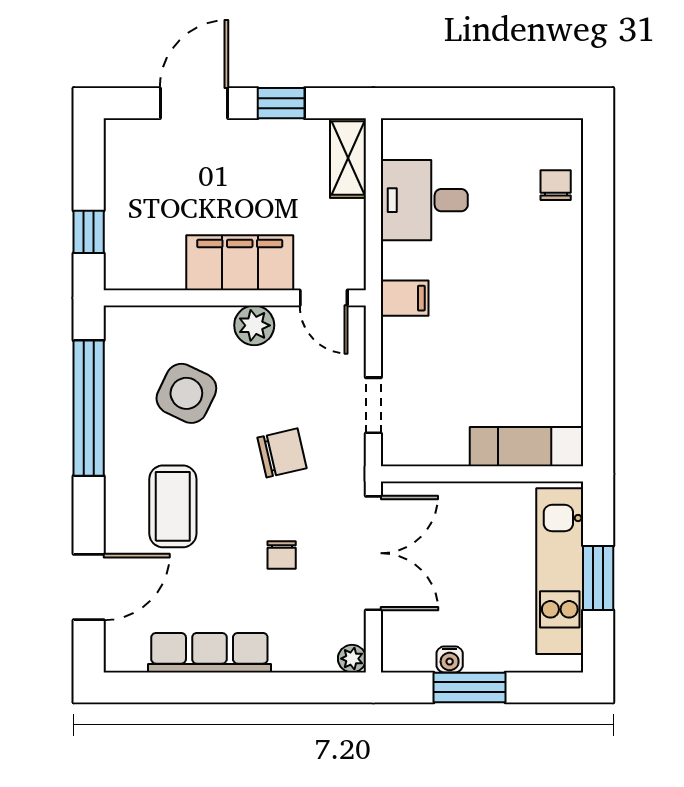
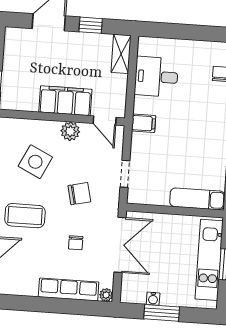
coffee table: (173, 506) -> (25, 216), turned 90
row of seats: (209, 653) -> (69, 290), moved

